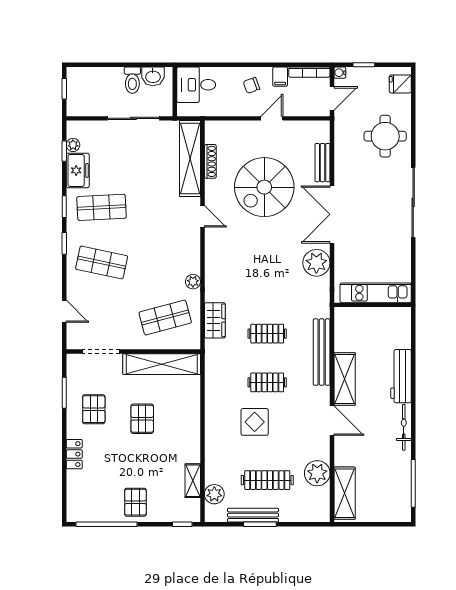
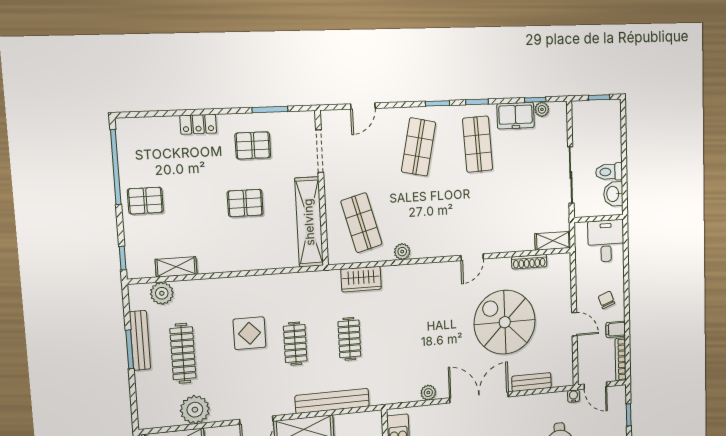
water cooler: (340, 73) -> (574, 396), moved
shelving: (190, 159) -> (553, 241), width x0.45, depth x0.75
plant: (316, 263) -> (428, 393), width x0.53, depth x0.53

